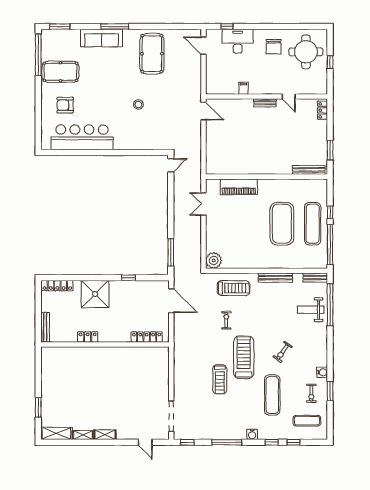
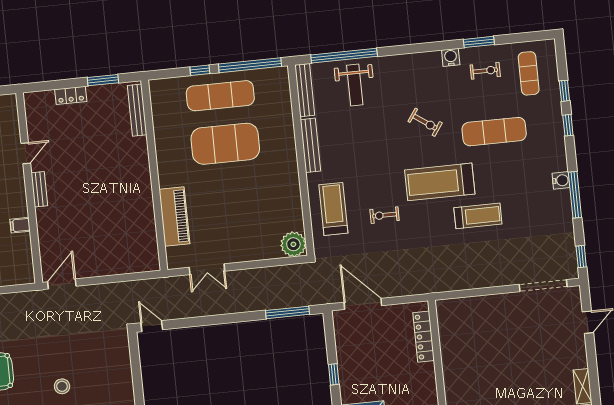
locker: (322, 110) -> (71, 95), moved
bench: (315, 277) -> (305, 90), width x1.36
door: (171, 301) -> (363, 304), hinge flipped
water cooler: (252, 434) -> (561, 180), moved

